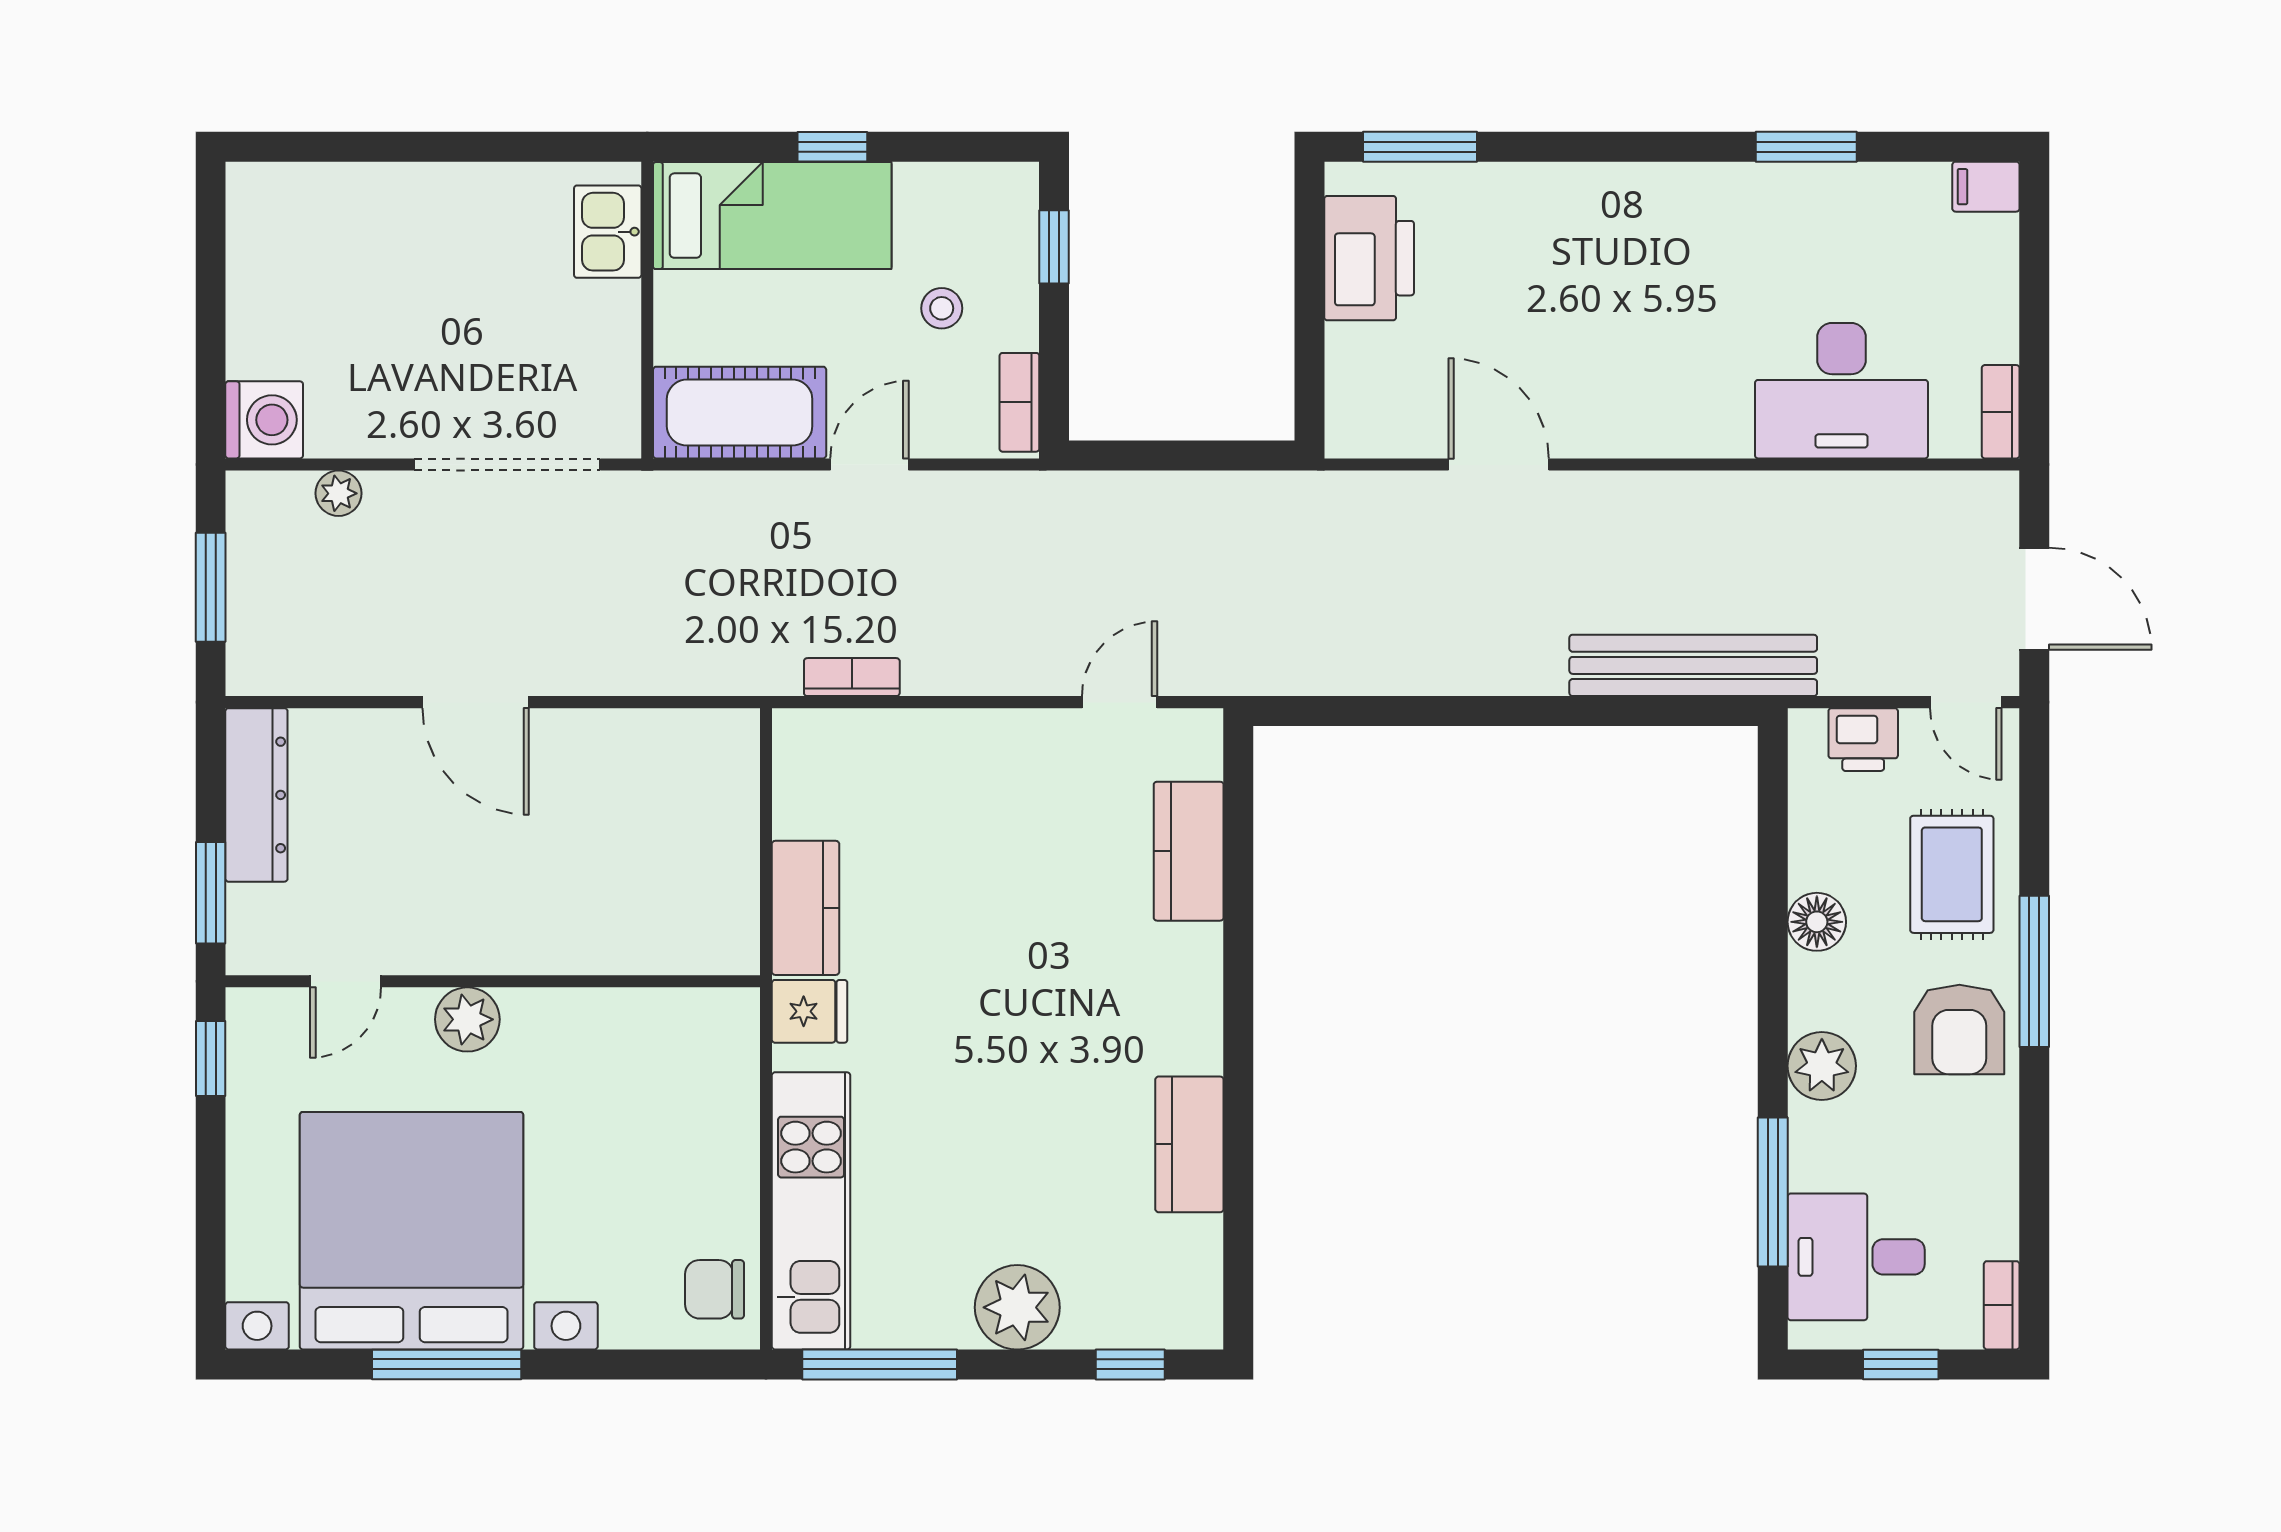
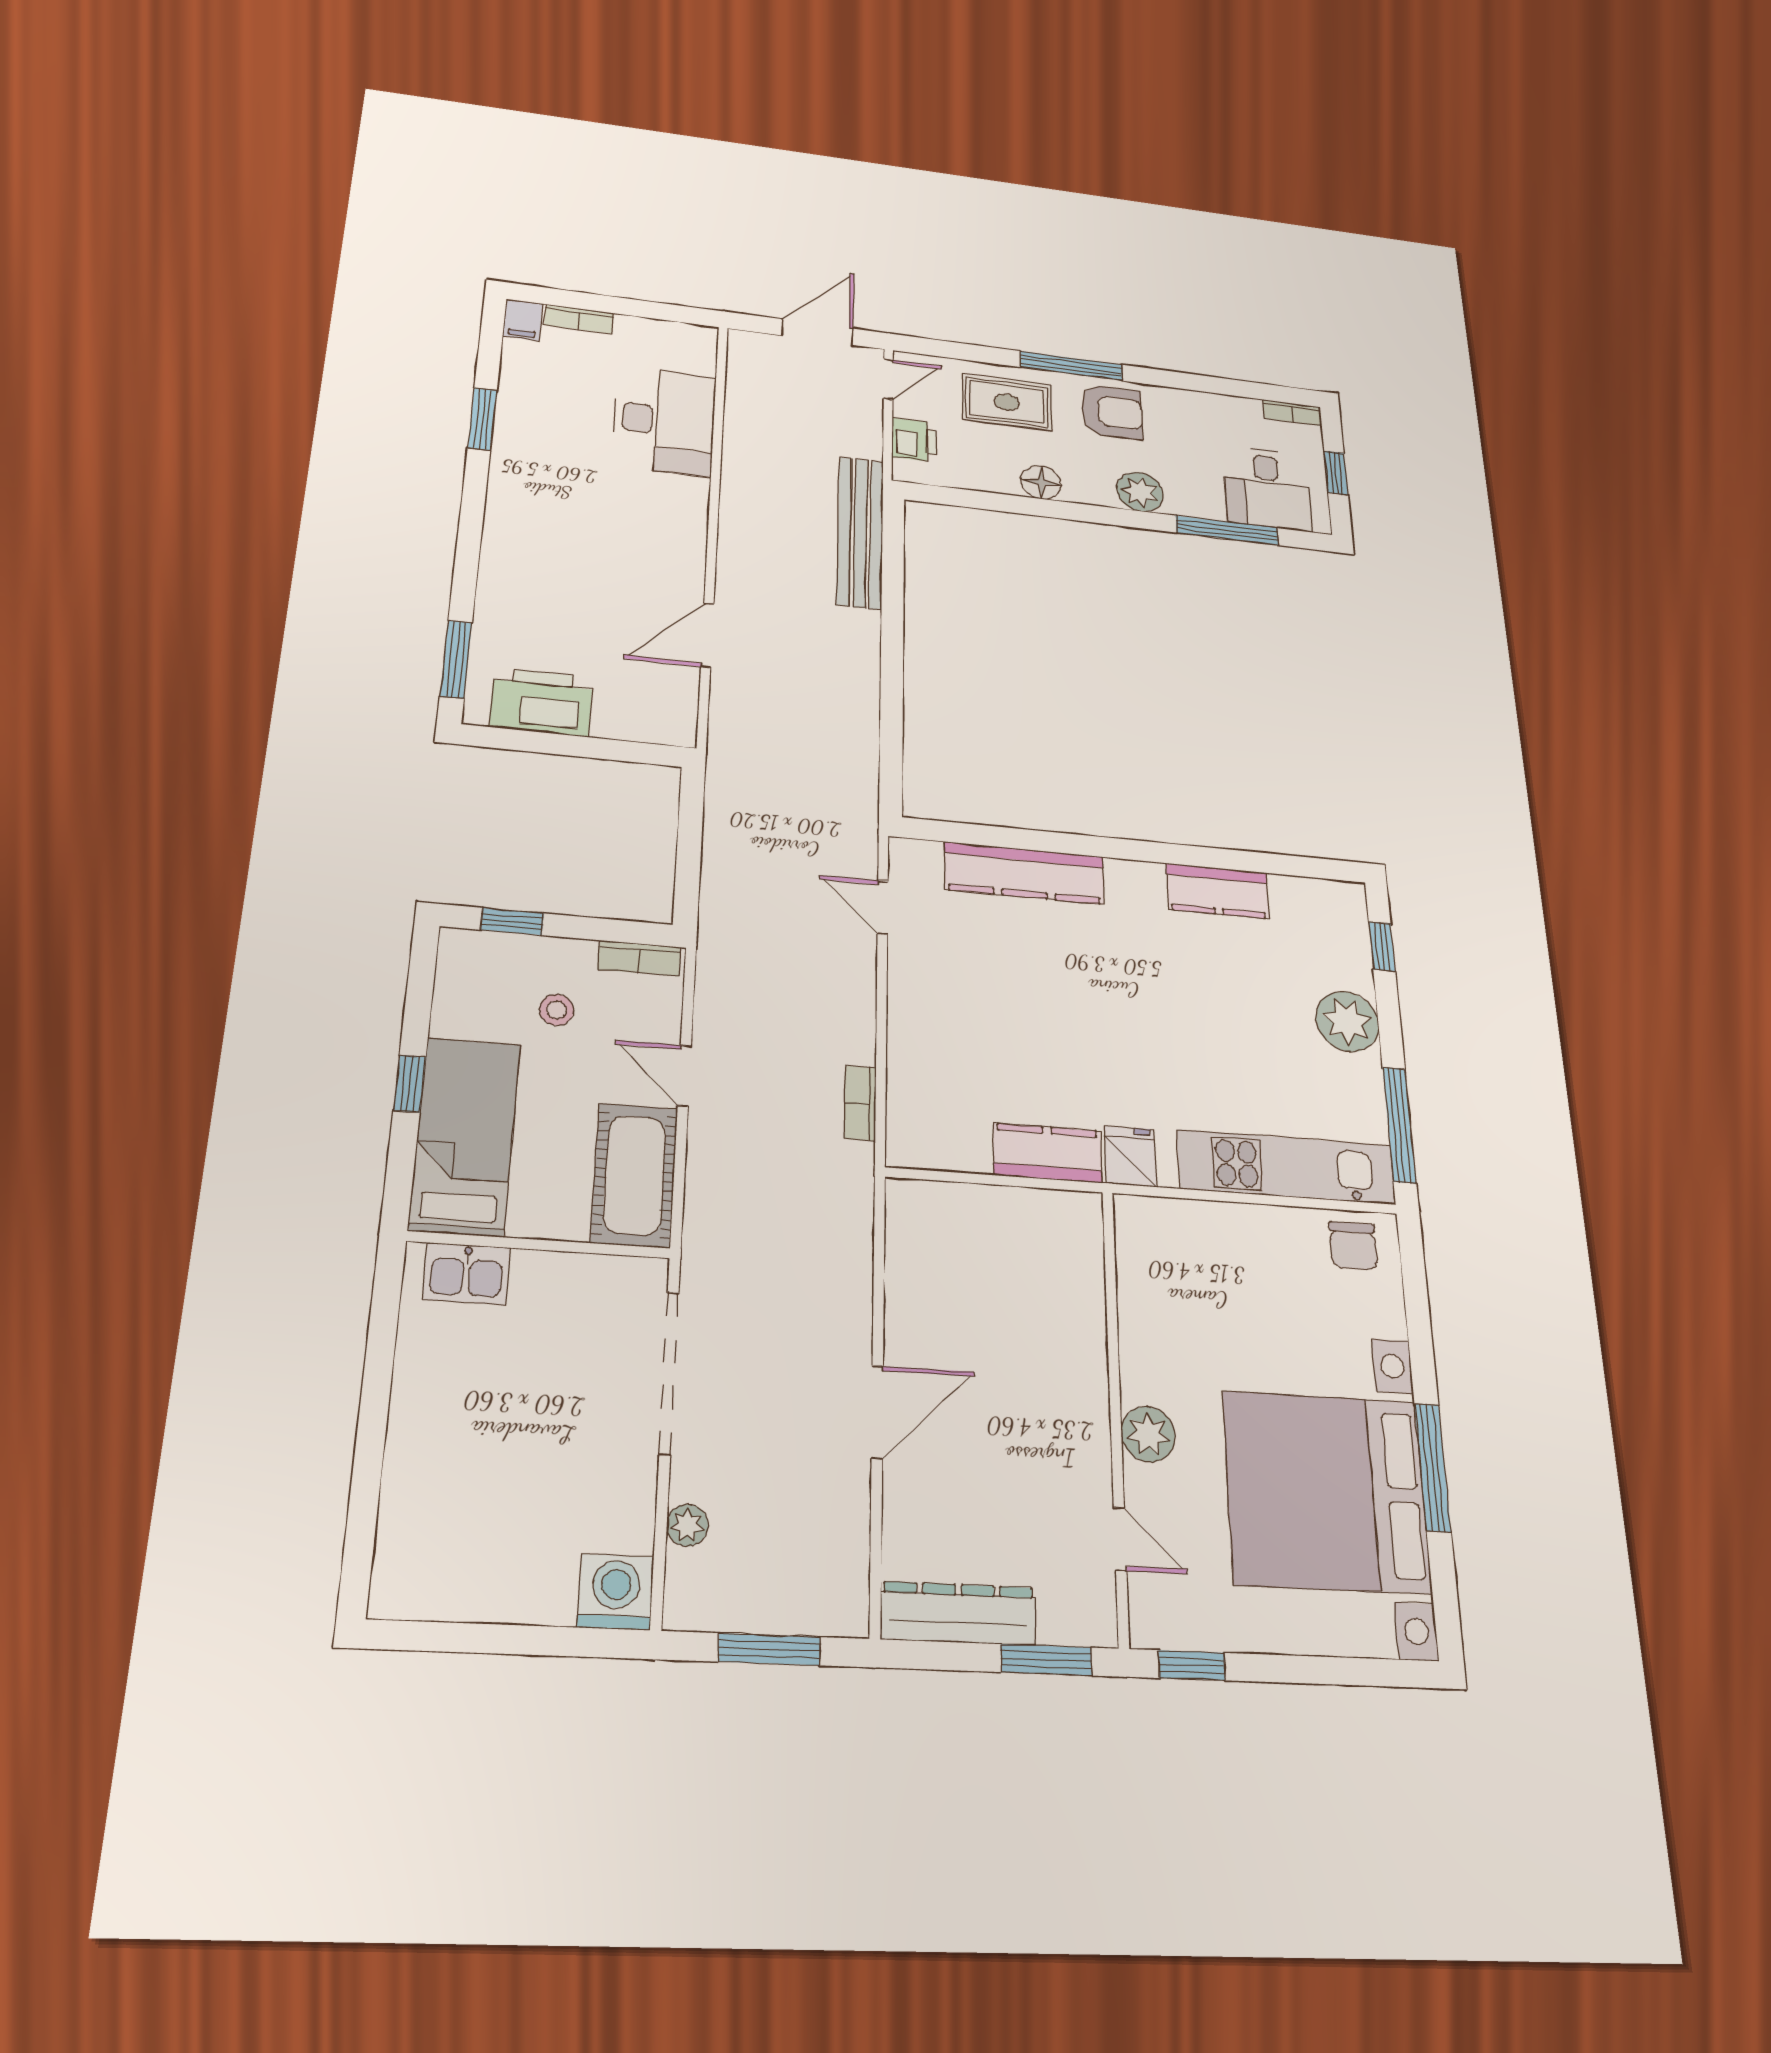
bookcase: (2001, 412) -> (579, 319), moved
kitchen counter: (1189, 851) -> (1024, 873), width x1.50

